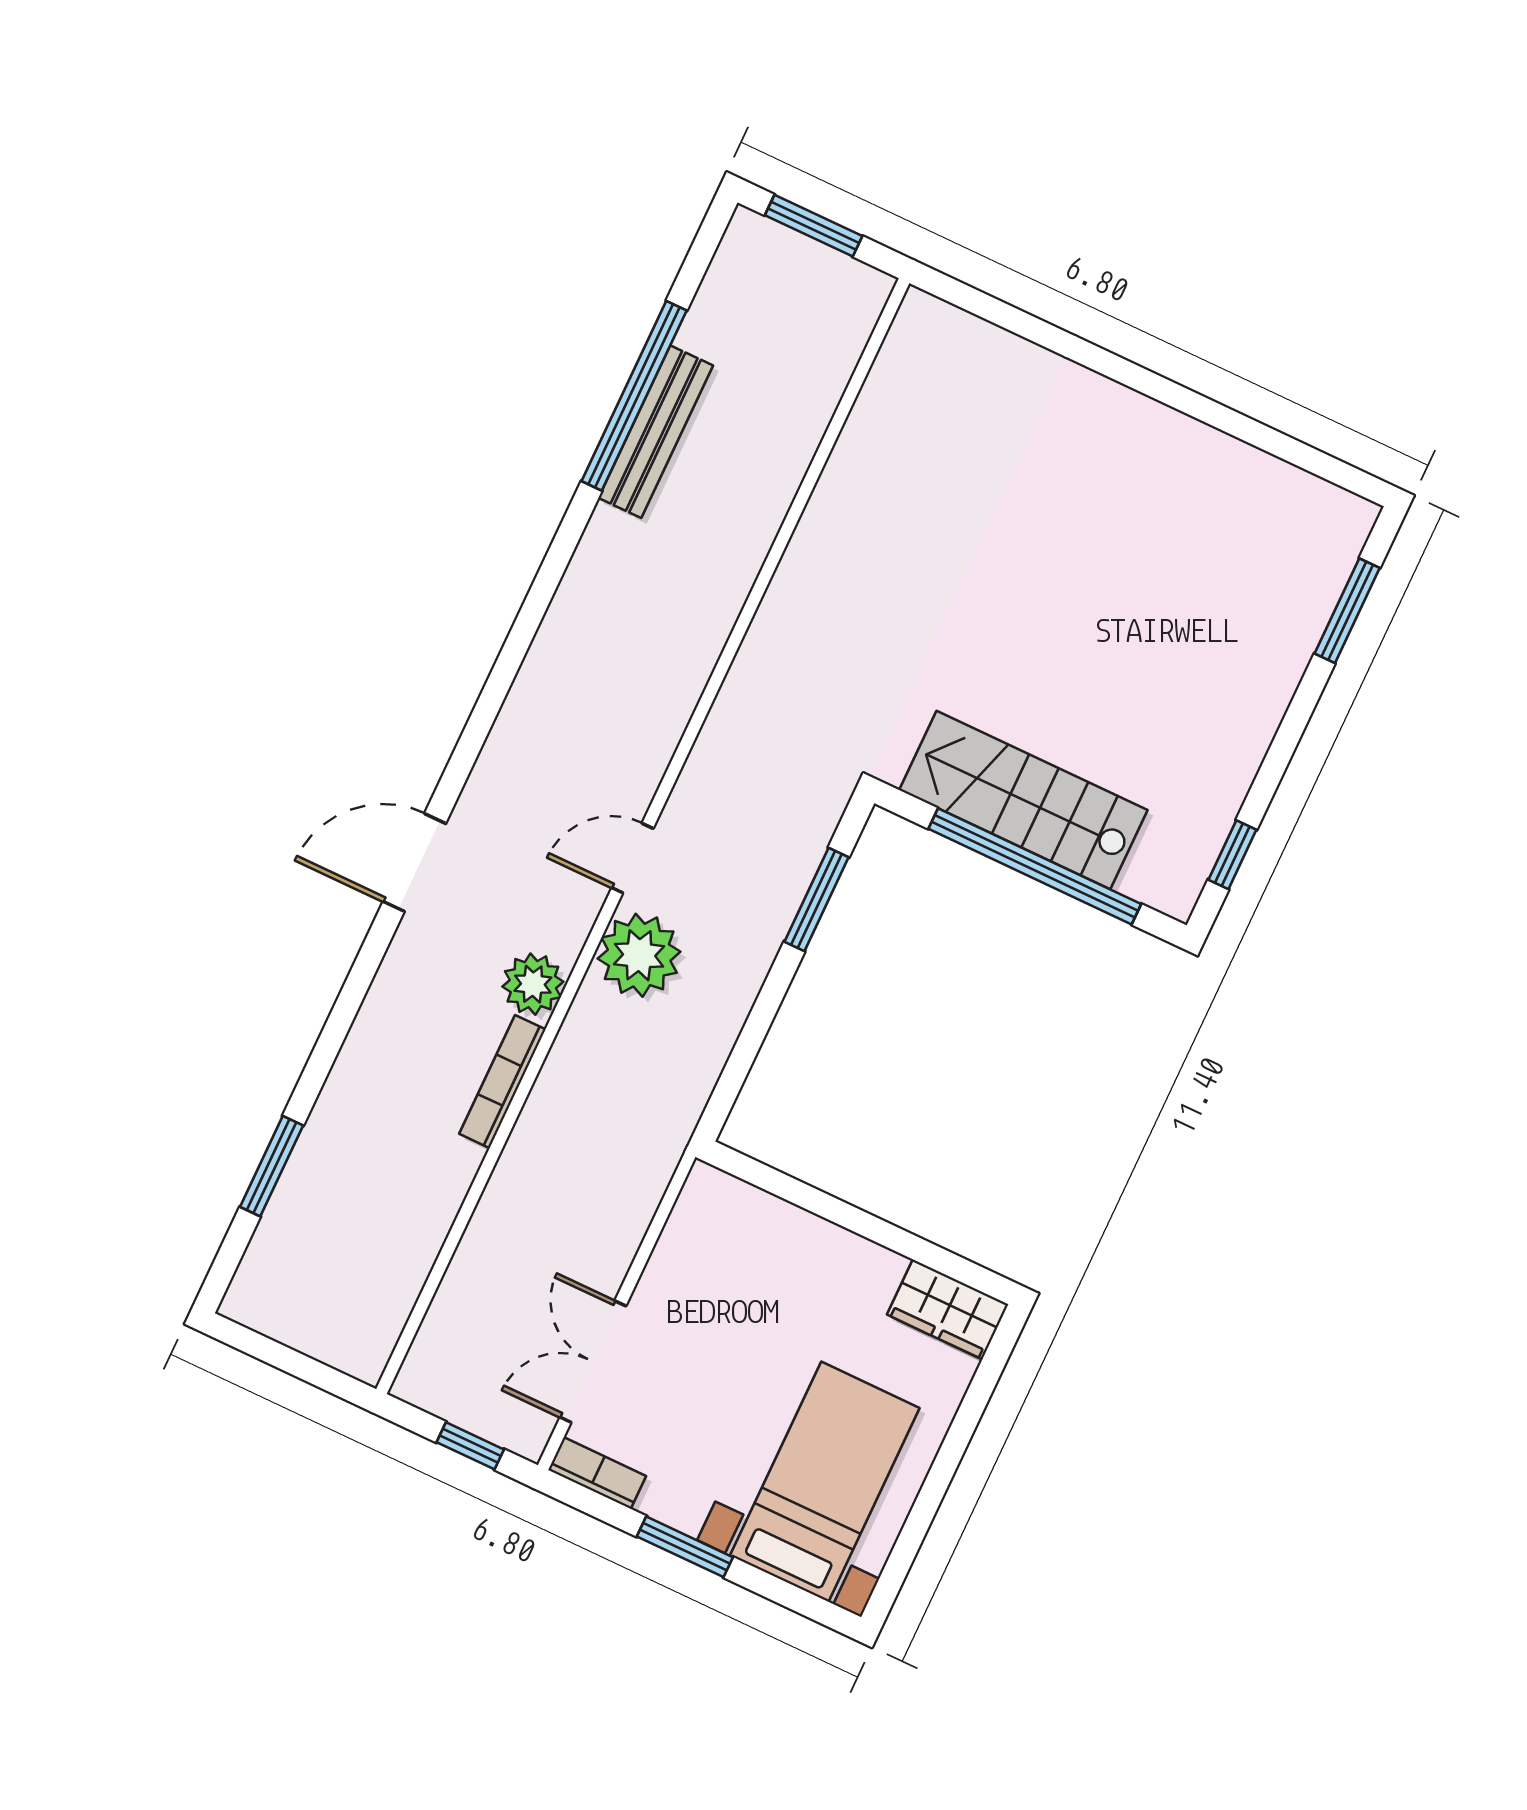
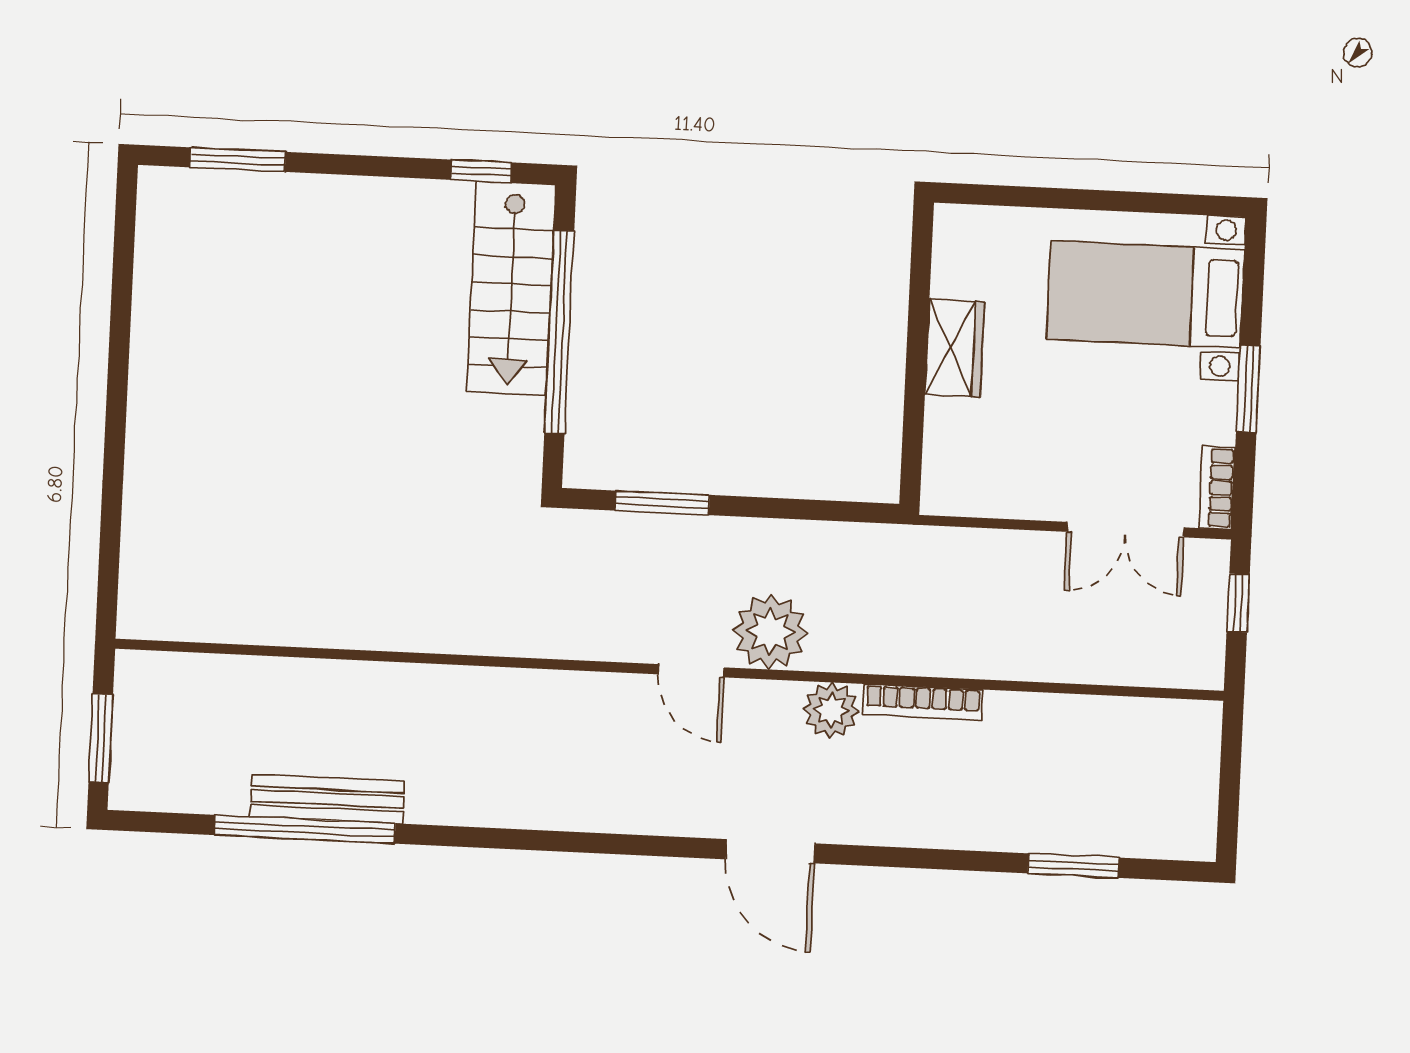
stairs: (1023, 800) -> (511, 288), moved
wardrobe: (948, 1309) -> (955, 348), moved

